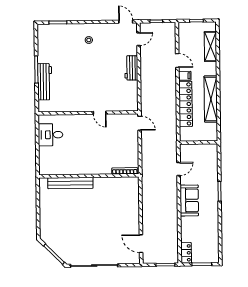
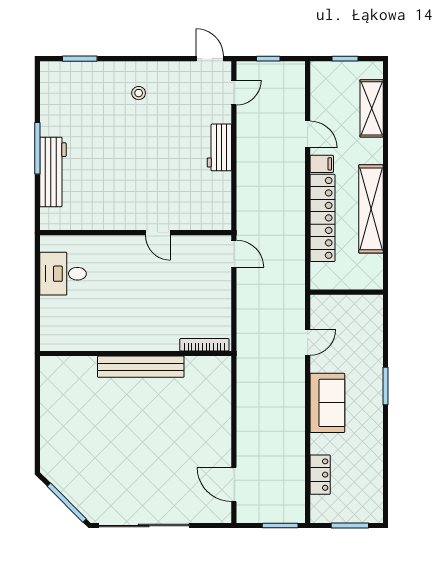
bench: (70, 183) -> (141, 367), moved
locker: (186, 253) -> (320, 475), moved

